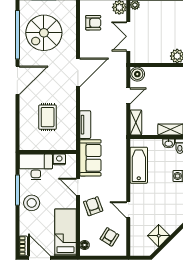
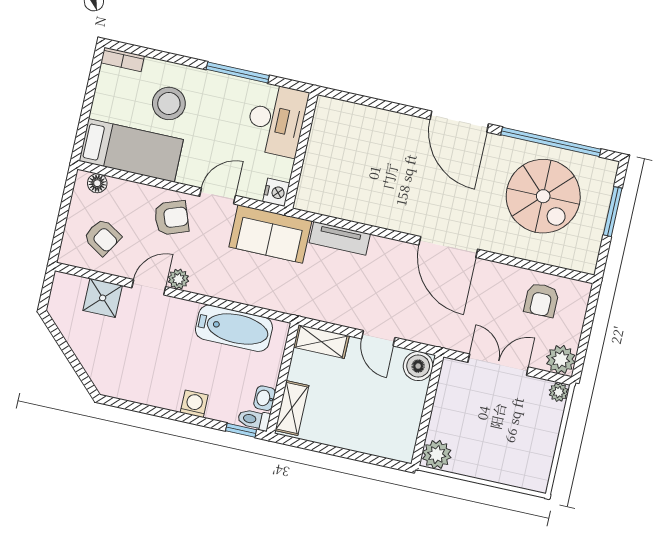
spiral stairs: (44, 33) -> (543, 196), turned 180
rug: (48, 117) -> (372, 166), removed
nightstand: (59, 159) -> (276, 192), moved
plant: (121, 197) -> (178, 279), added
stool: (32, 203) -> (169, 103), moved
shower: (159, 236) -> (103, 298), moved, turned 45
door: (39, 258) -> (92, 86), removed

